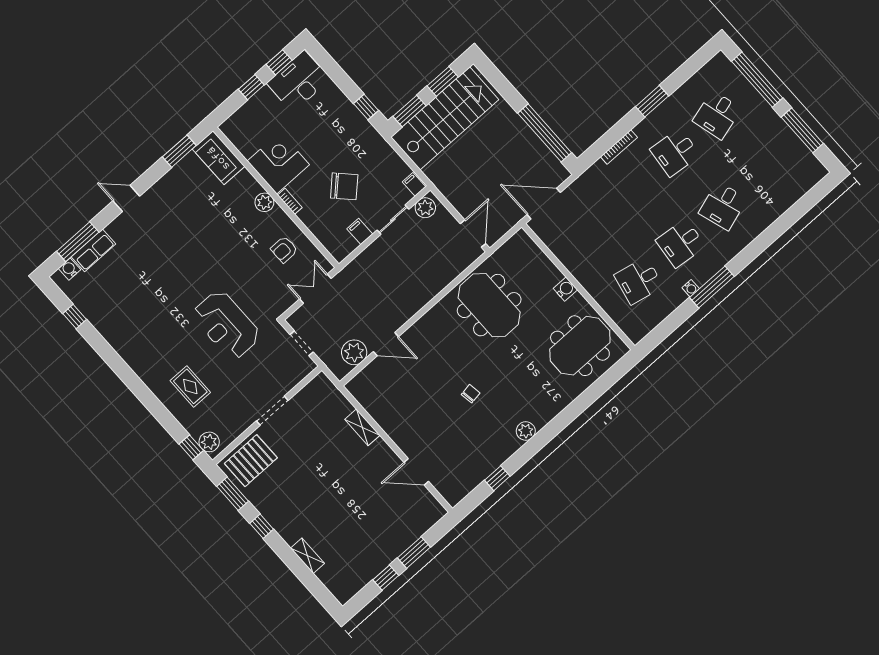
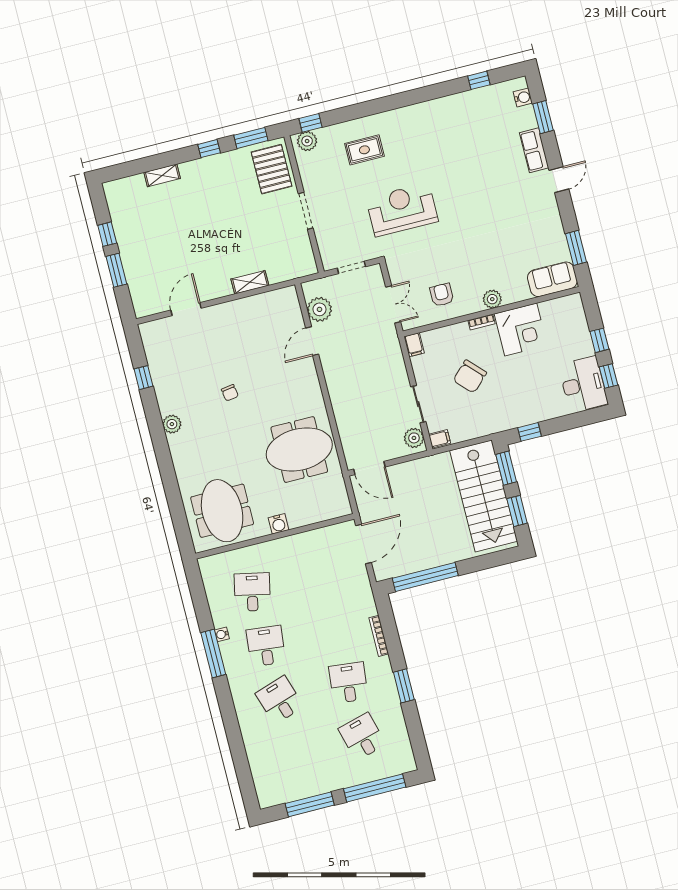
filing cabinet: (360, 231) -> (414, 345), moved, turned 90
window: (78, 242) -> (543, 117), width x0.69
row of seats: (93, 250) -> (534, 150), moved

